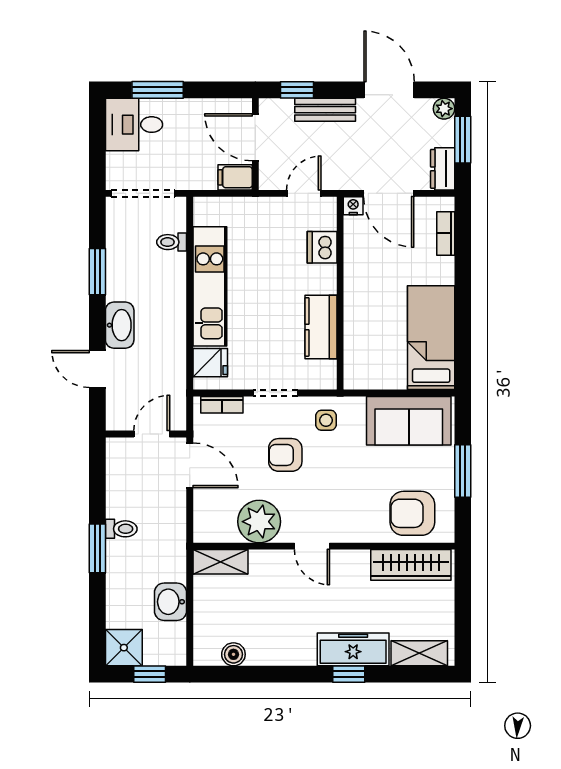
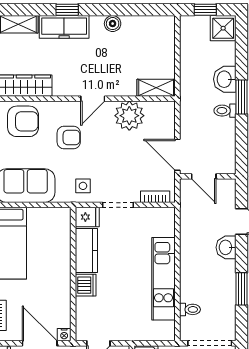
dishwasher: (322, 247) -> (86, 285), moved
washbasin: (120, 325) -> (226, 247), width x0.72
fridge: (210, 363) -> (87, 217), moved, turned 180
door: (152, 434) -> (204, 176), hinge flipped
armchair: (285, 455) -> (69, 137), moved
door: (312, 546) -> (93, 99), swing flipped
washbasin: (171, 602) -> (225, 79), moved, turned 180
boiler: (233, 654) -> (113, 24), moved

